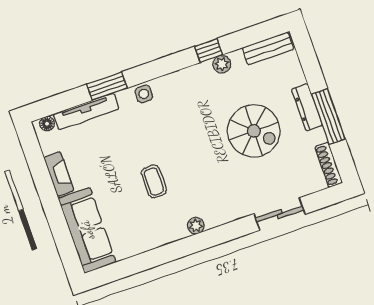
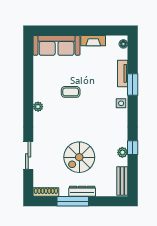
tv unit: (86, 111) -> (123, 73), width x0.71

